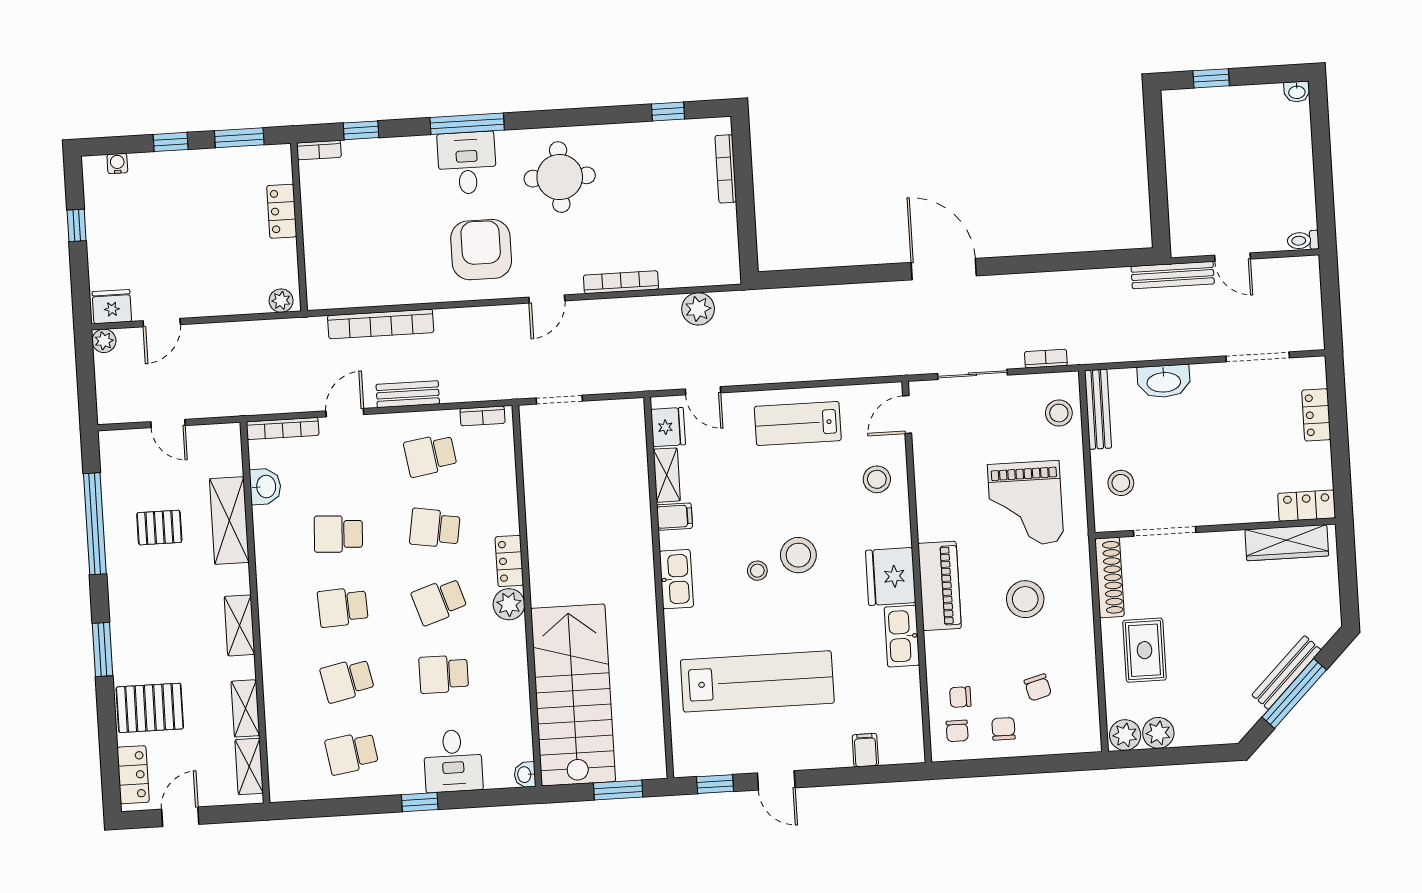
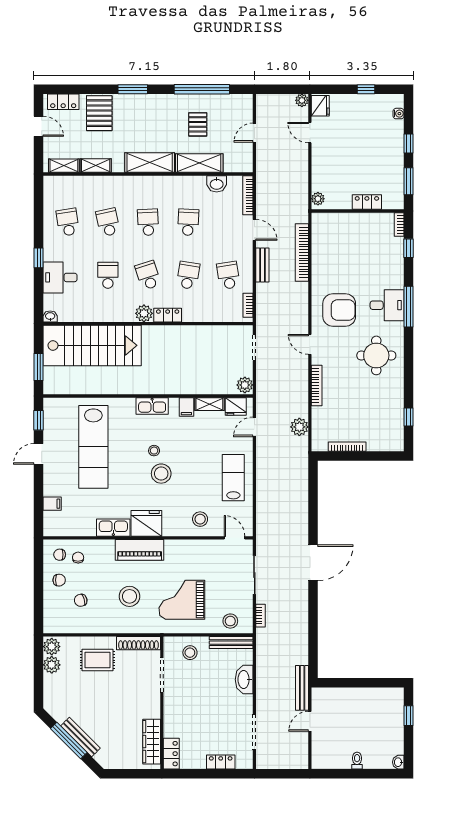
bookcase: (726, 169) -> (347, 447), moved
toilet: (1303, 240) -> (357, 761), moved
plant: (628, 413) -> (245, 385), added
shelving: (240, 625) -> (150, 163), width x1.50, depth x1.33

